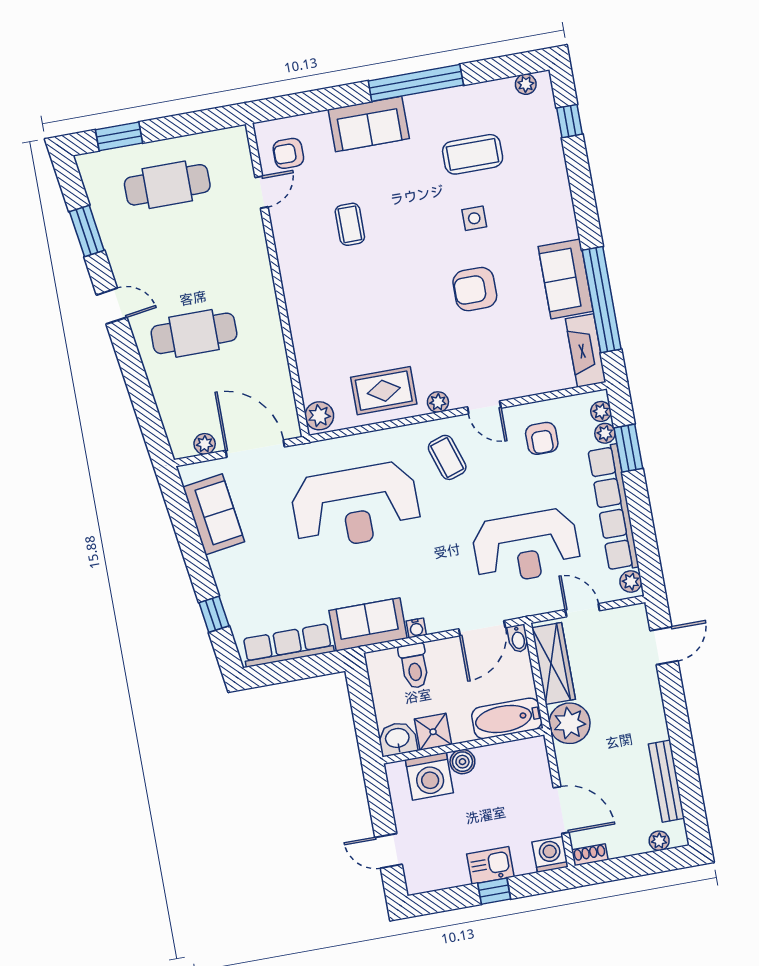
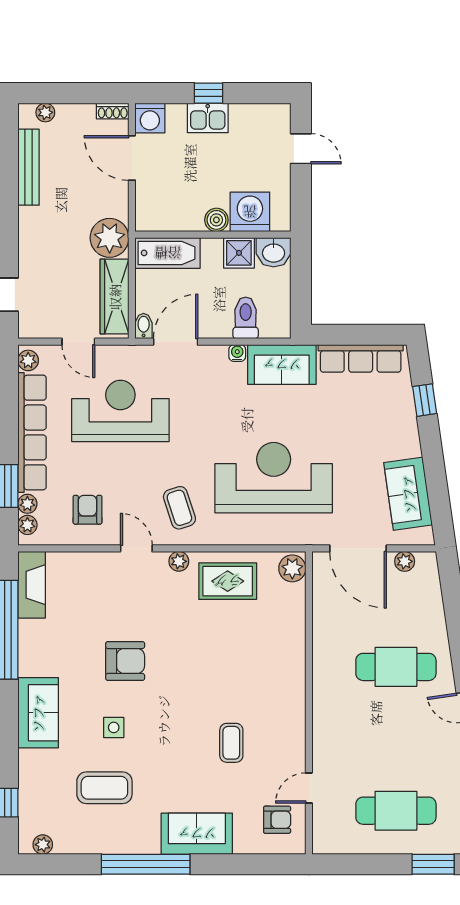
sofa: (566, 279) -> (38, 713), moved

